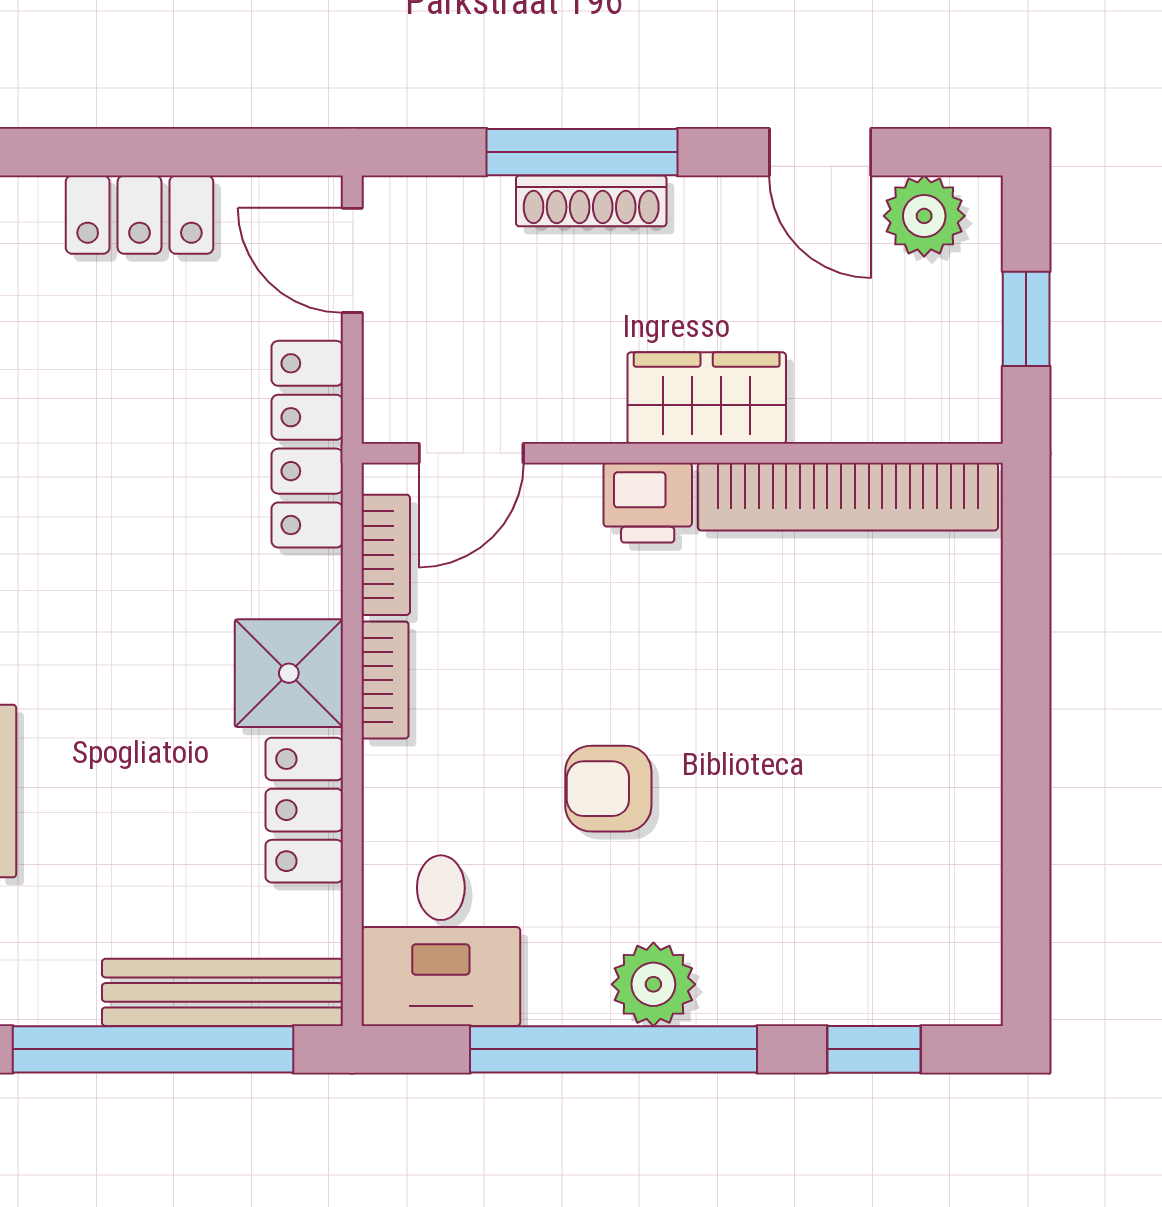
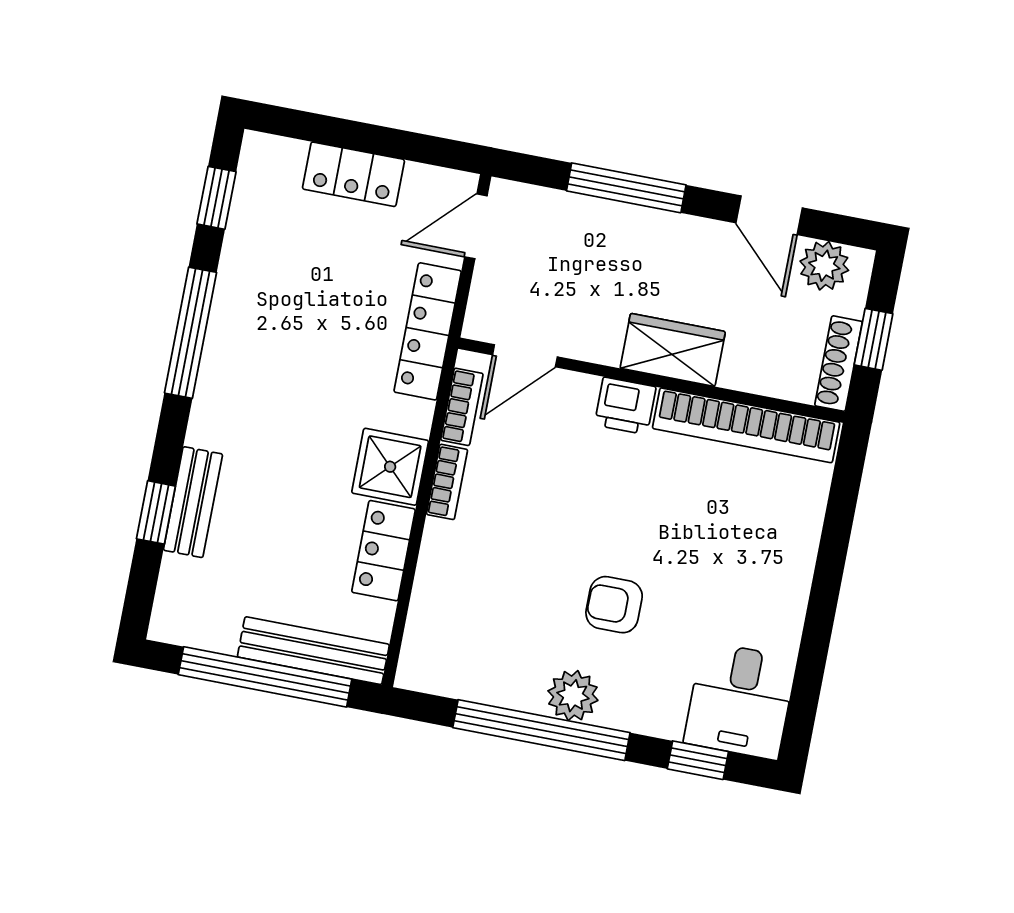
shoe rack: (591, 201) -> (838, 364), moved, turned 90
door: (352, 260) -> (476, 226), hinge flipped
armchair: (608, 789) -> (614, 605), moved
desk: (441, 941) -> (740, 701), moved

